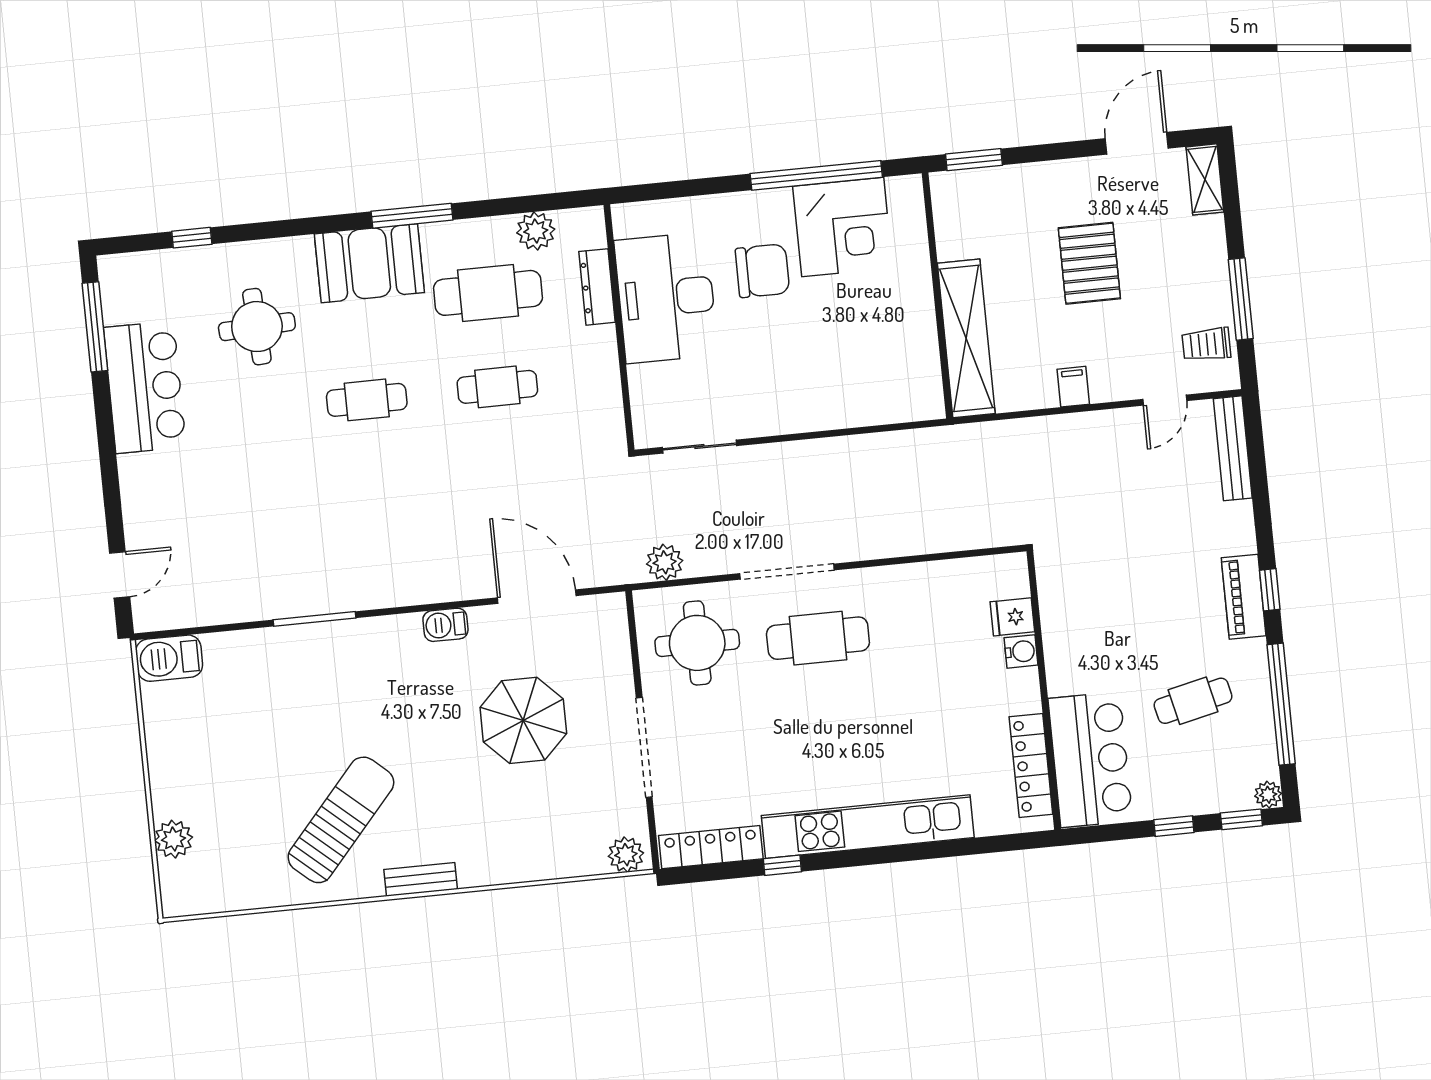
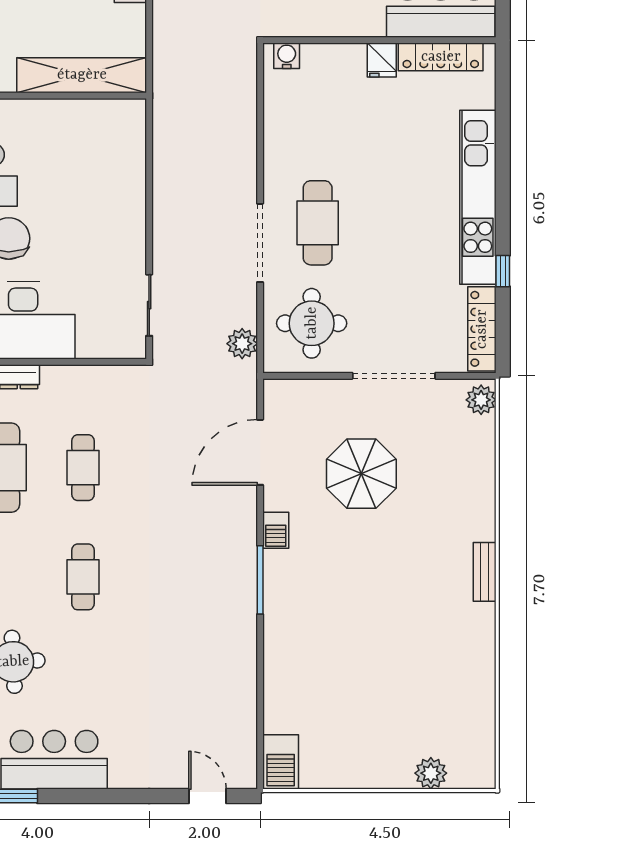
fridge: (1012, 617) -> (382, 60), moved
window: (315, 619) -> (260, 580), moved
water cooler: (1021, 651) -> (287, 56), moved
sun lounger: (341, 820) -> (429, 633), removed

